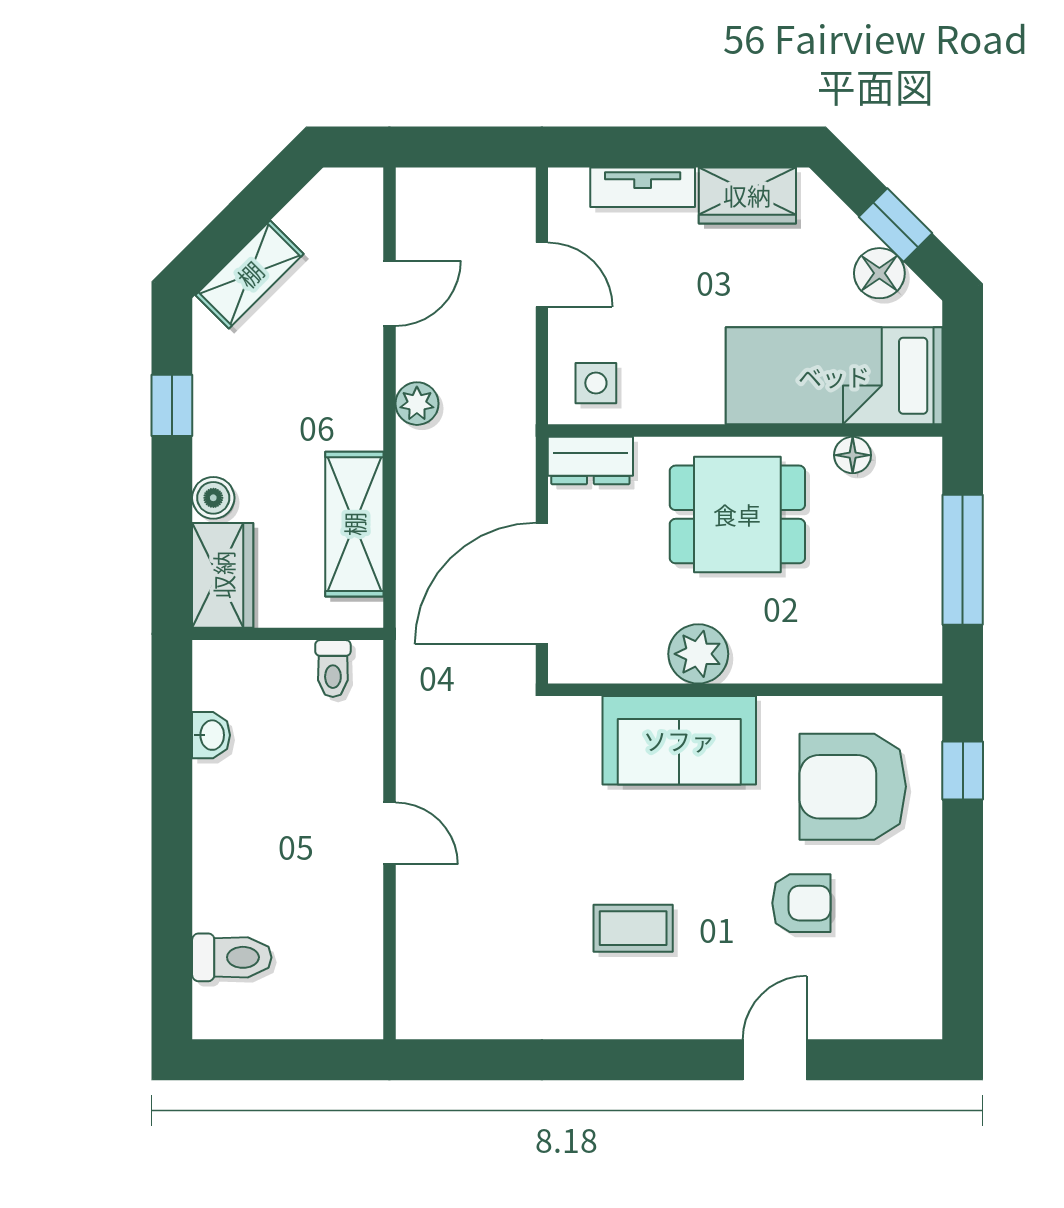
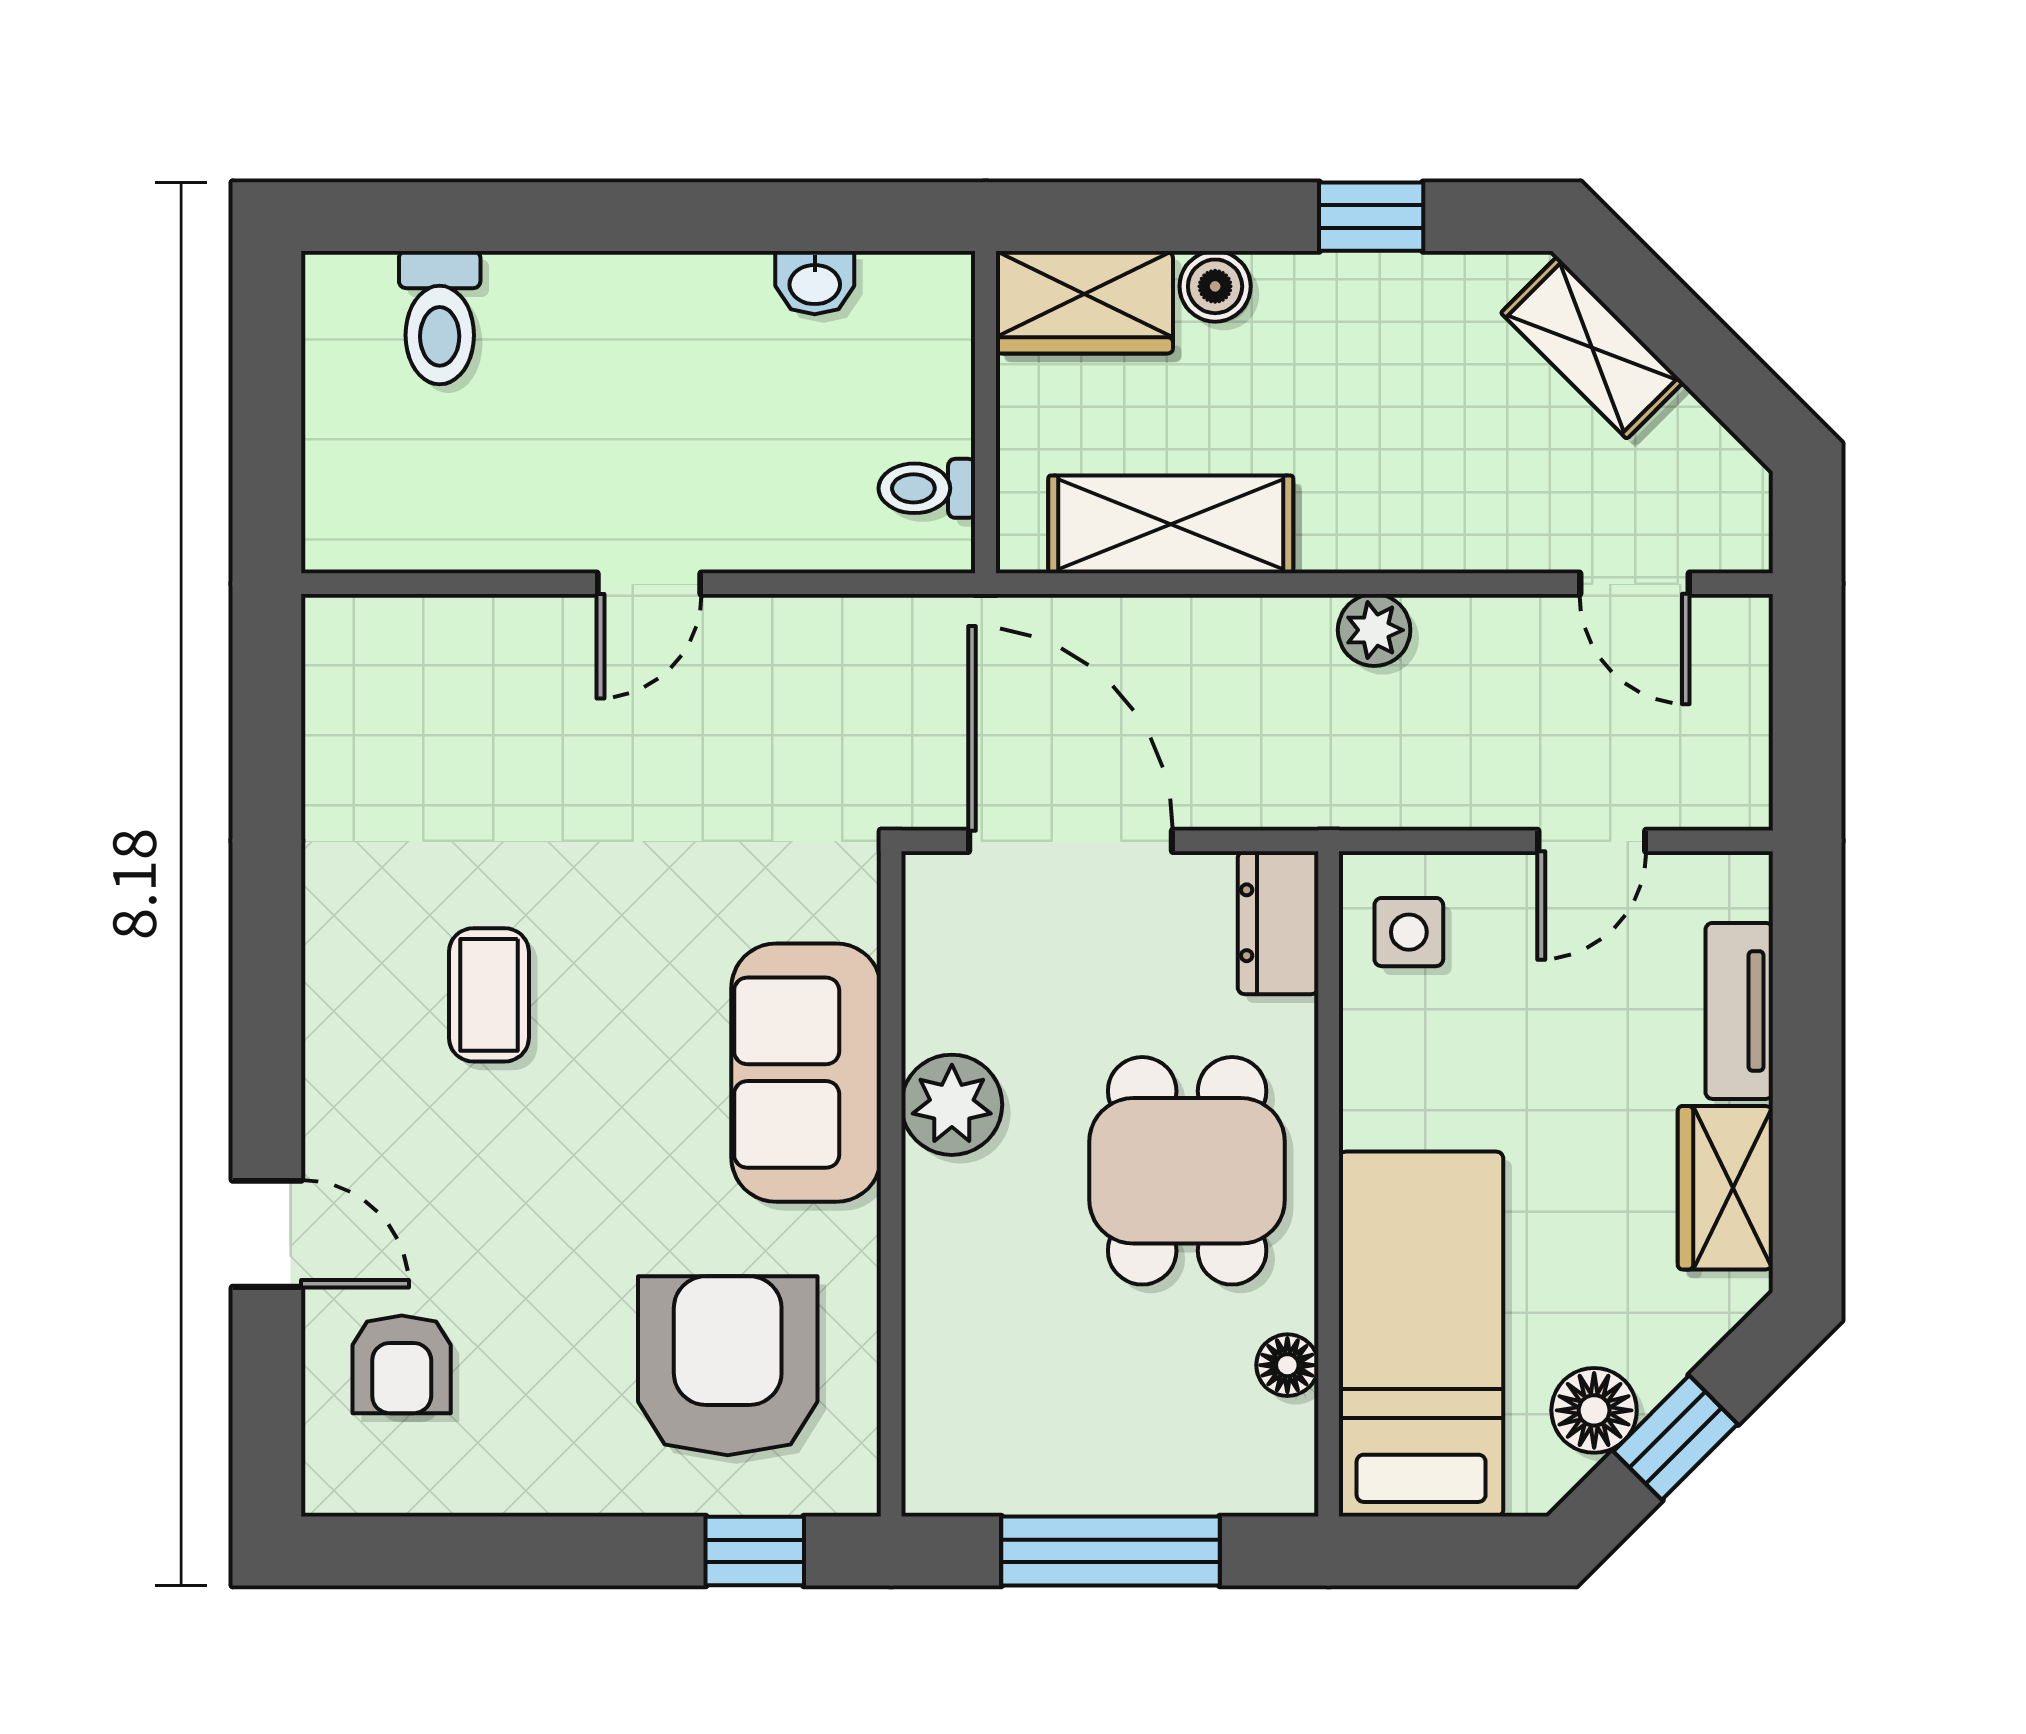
door: (389, 293) -> (1635, 584), moved
armchair: (801, 903) -> (402, 1364), moved

